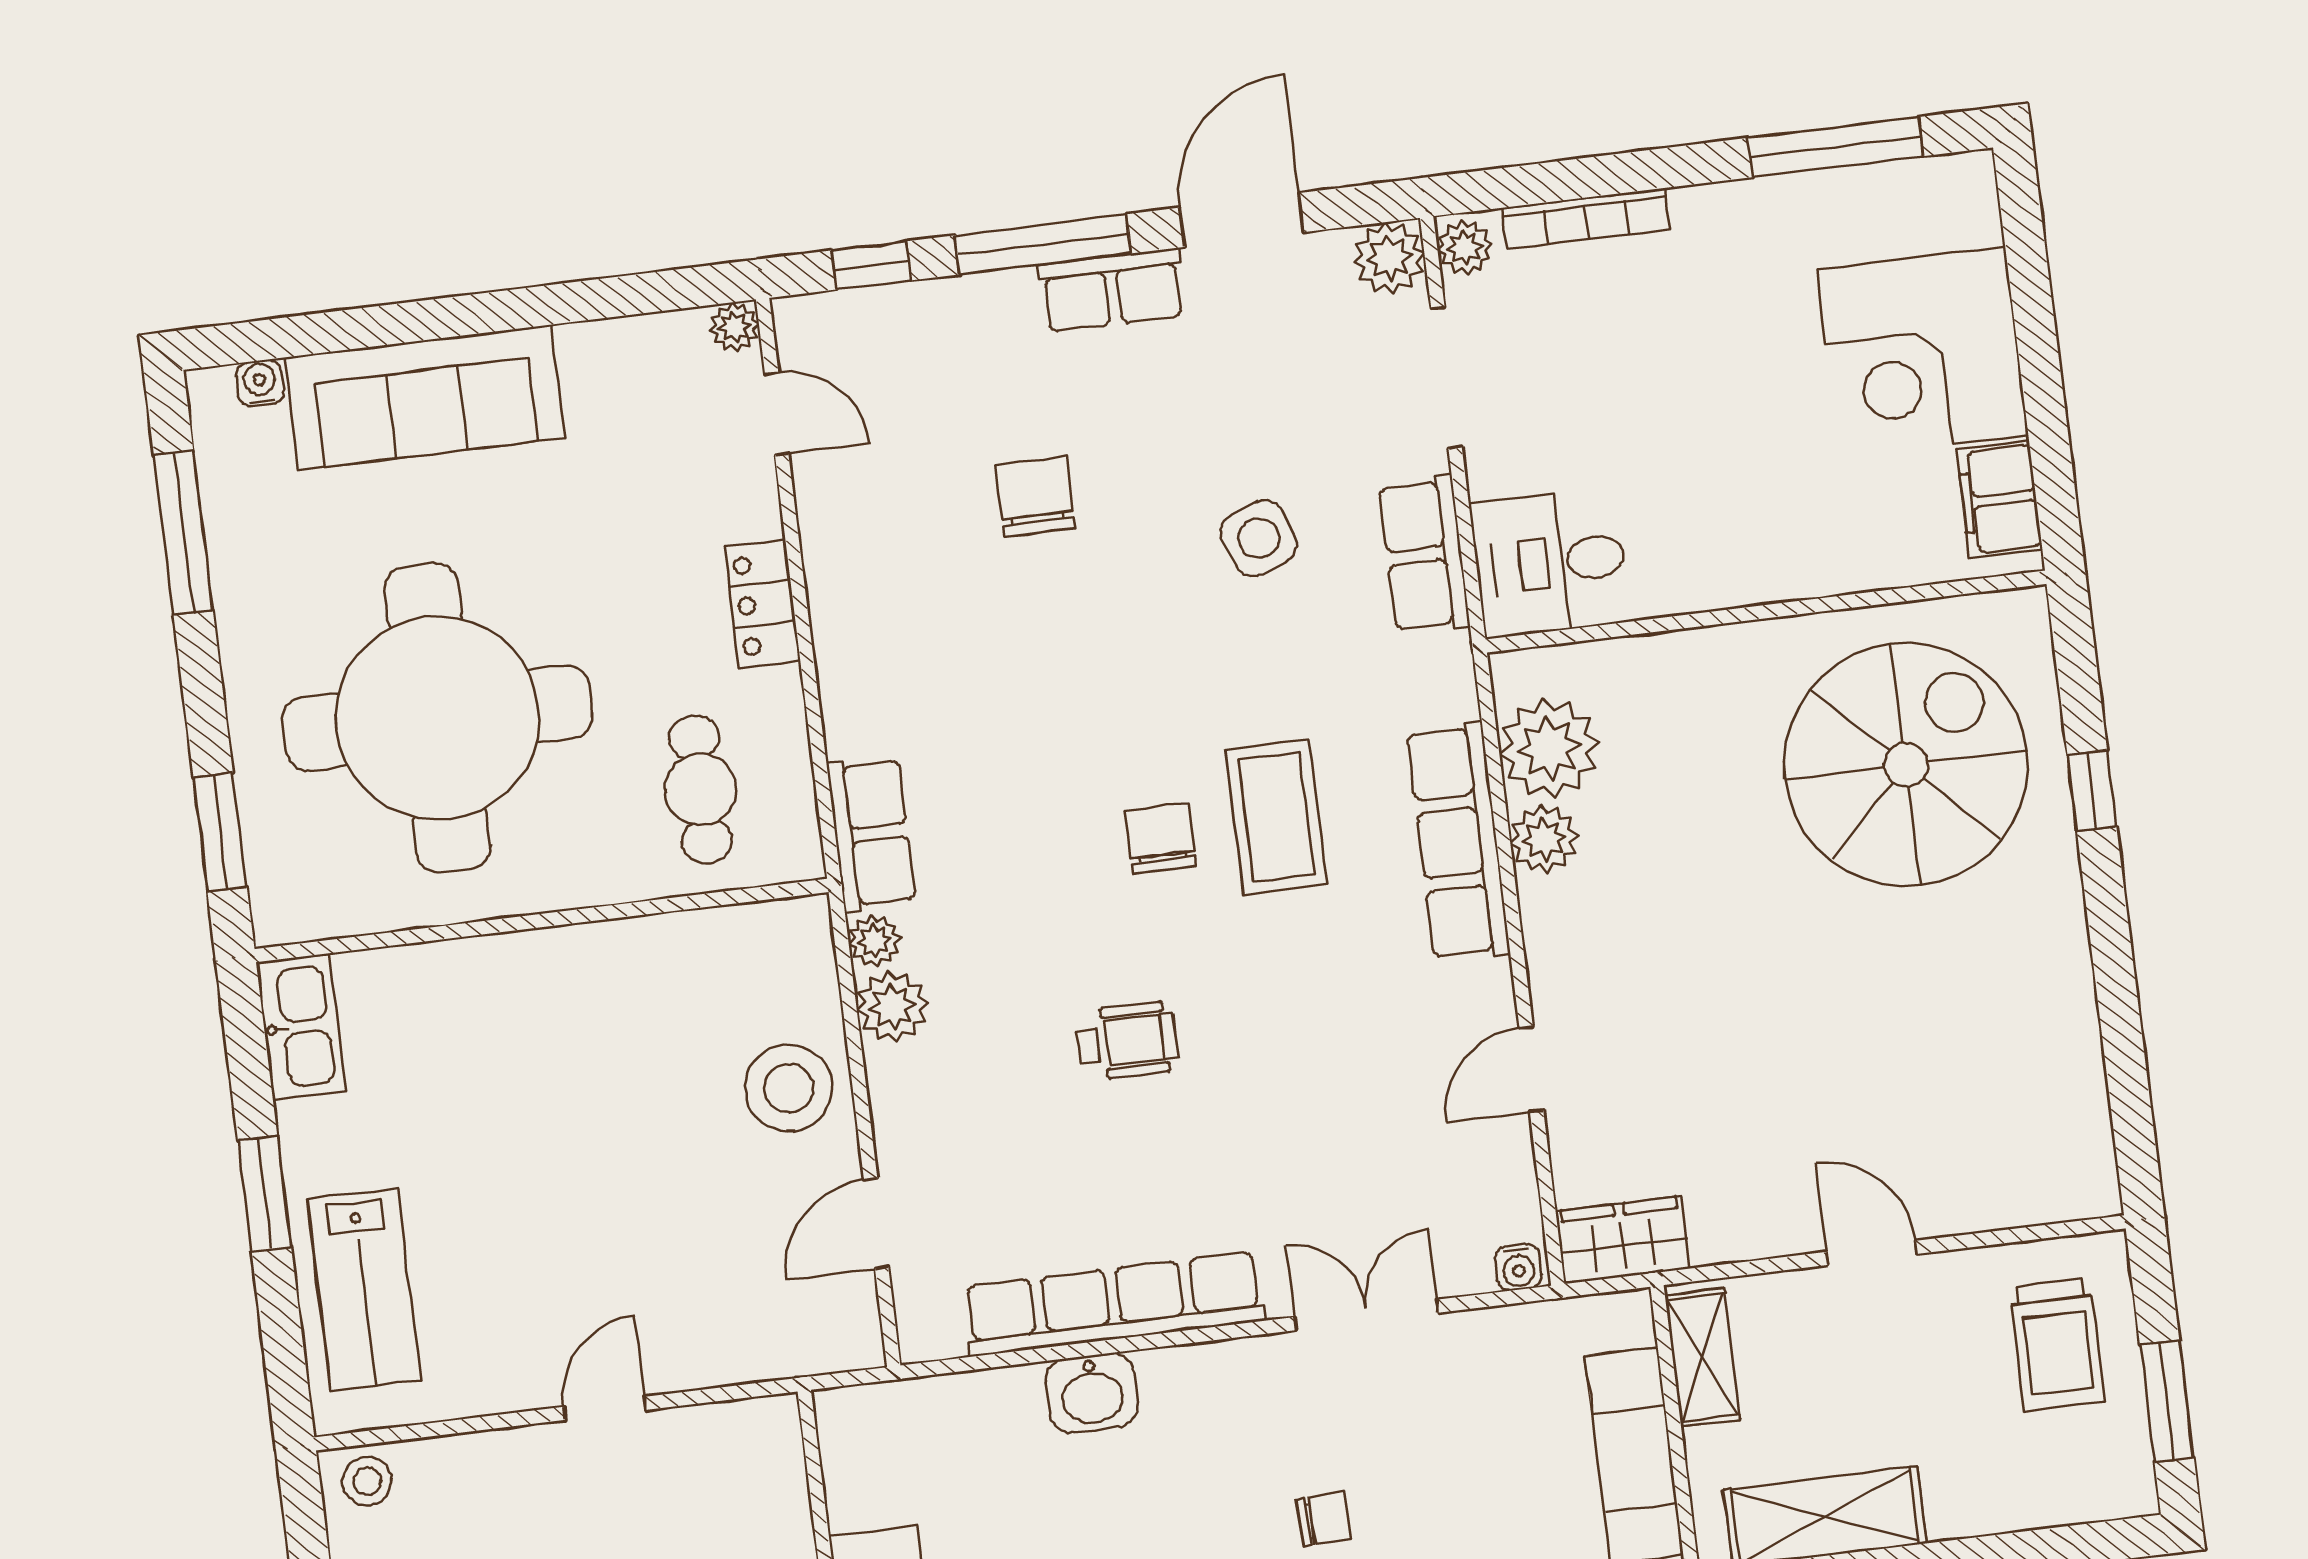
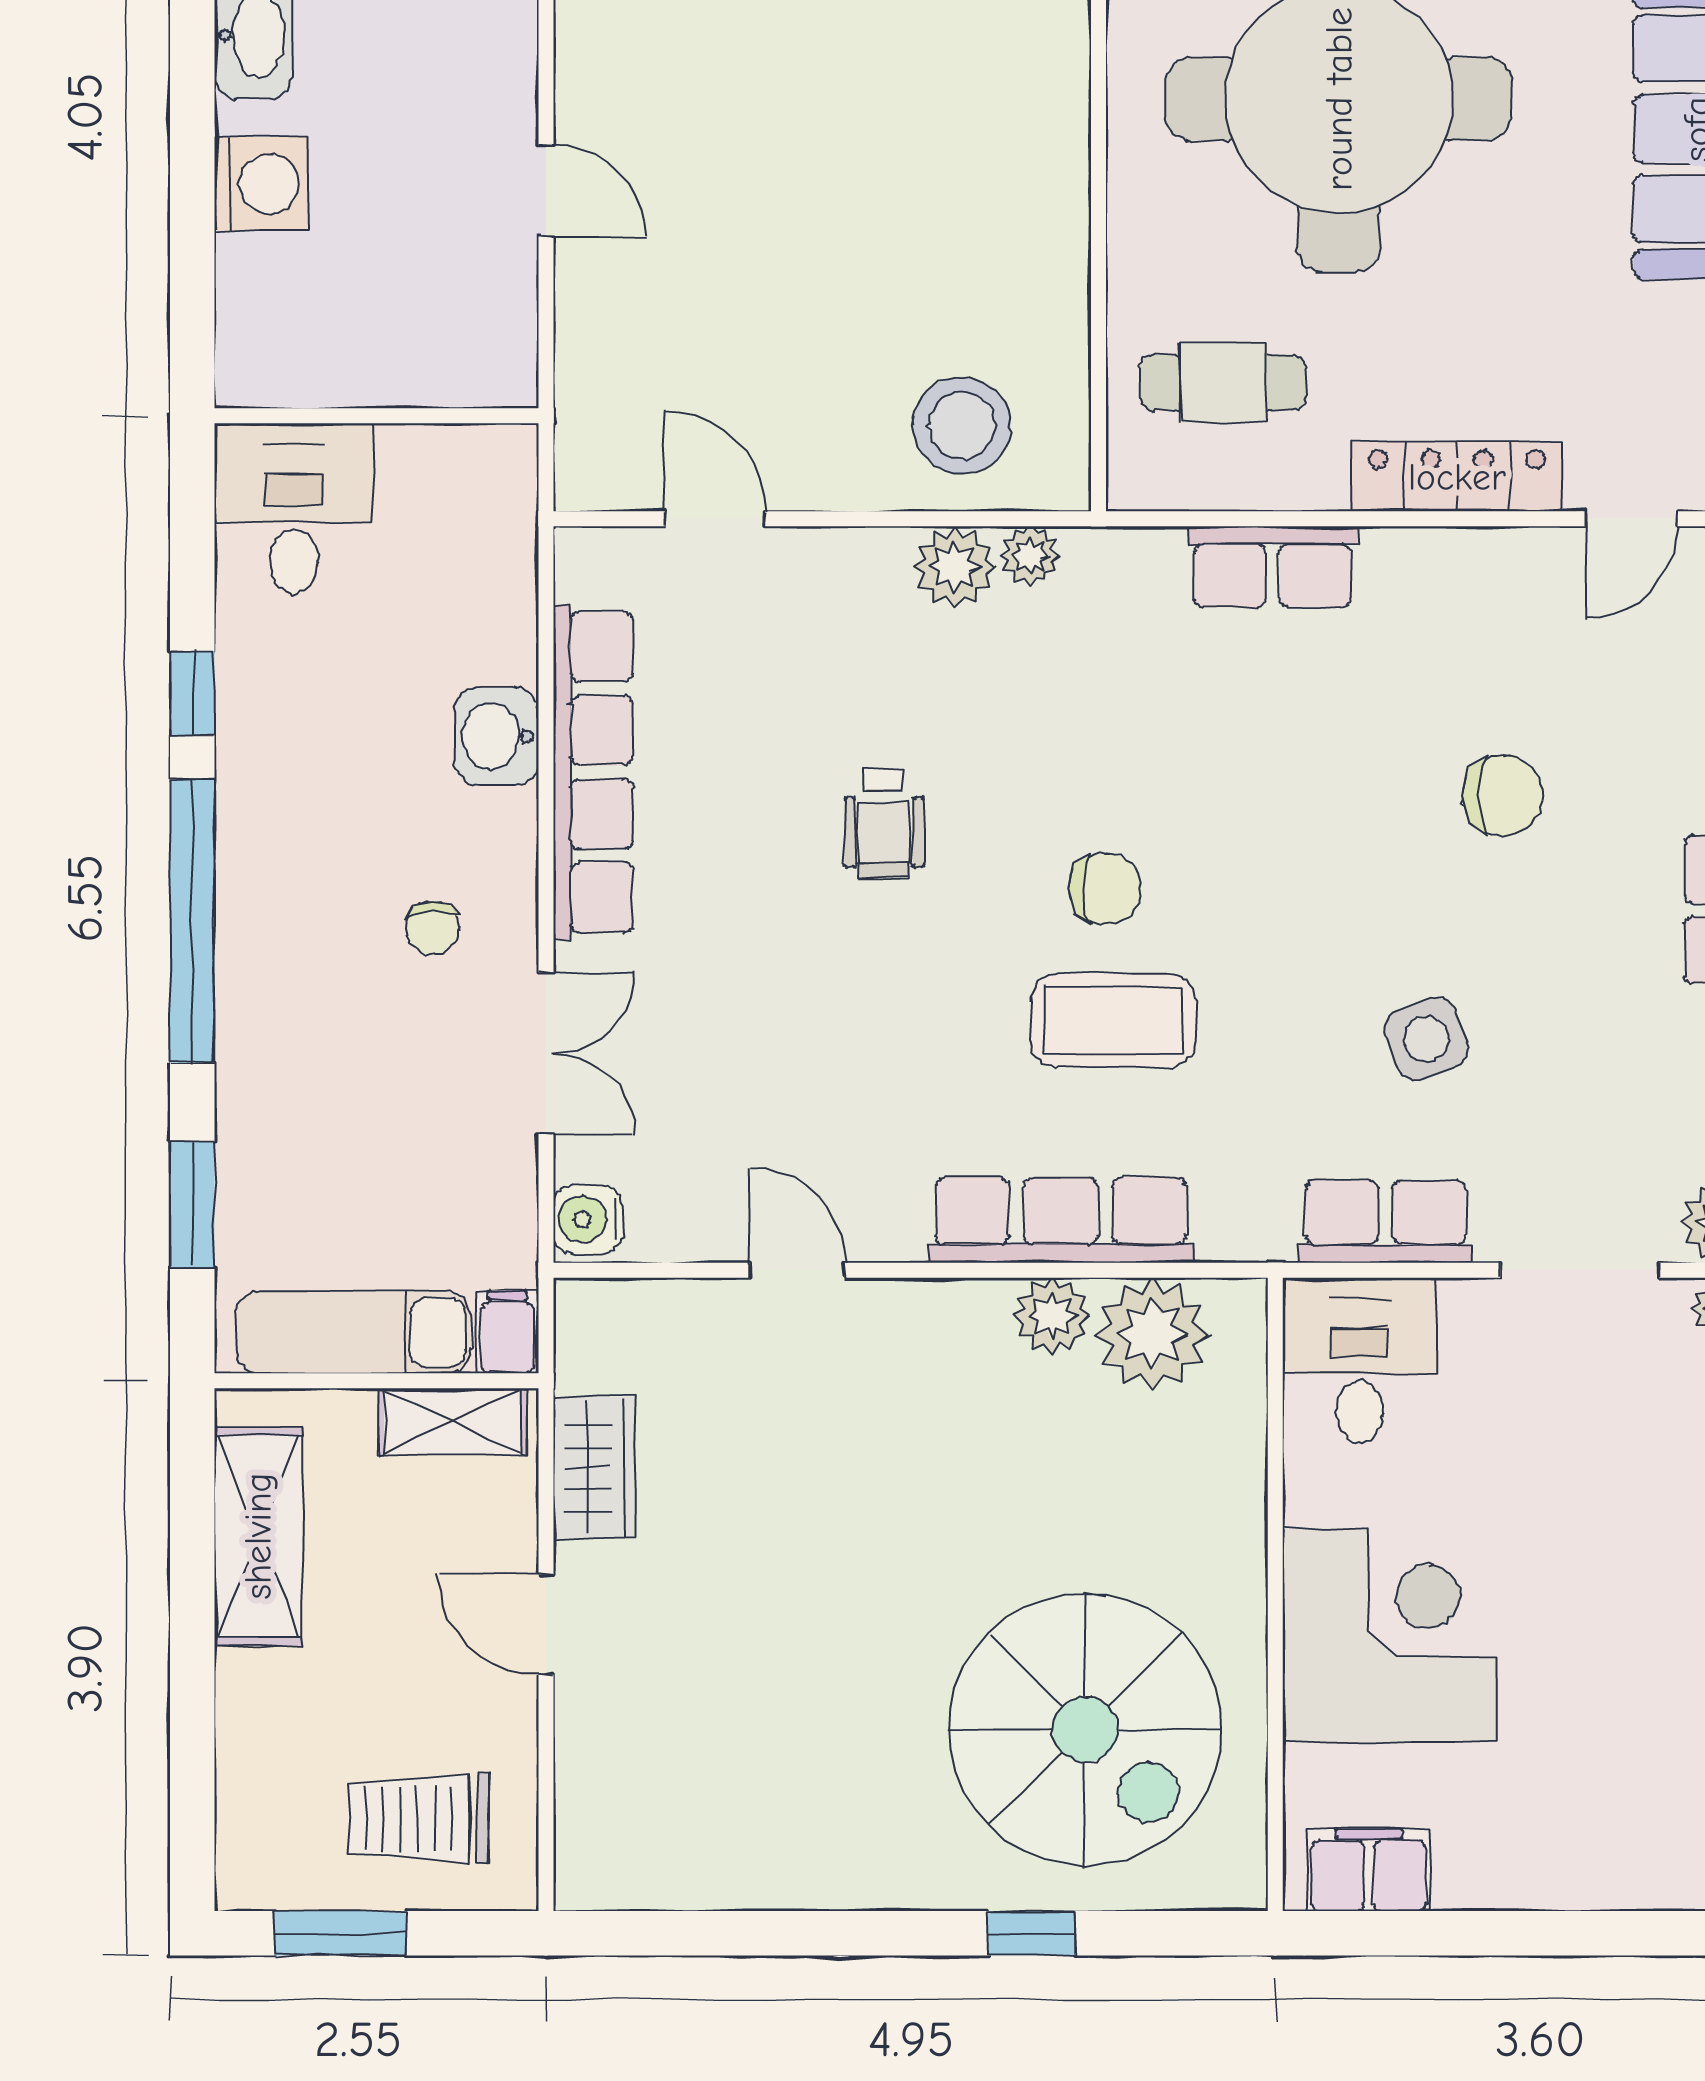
corner desk: (1922, 352) -> (1390, 1635), moved, turned 90
locker: (762, 604) -> (1457, 477), width x1.53
row of seats: (871, 834) -> (1273, 567), moved
stool: (789, 1088) -> (962, 425), moved
wardrobe: (1623, 1240) -> (594, 1468), moved
door: (1872, 1253) -> (546, 1625), swing flipped
water cooler: (1518, 1267) -> (588, 1219), width x1.38, depth x1.38
filing cabinet: (1617, 1319) -> (507, 1332), added
chair: (1324, 1519) -> (432, 928), moved

